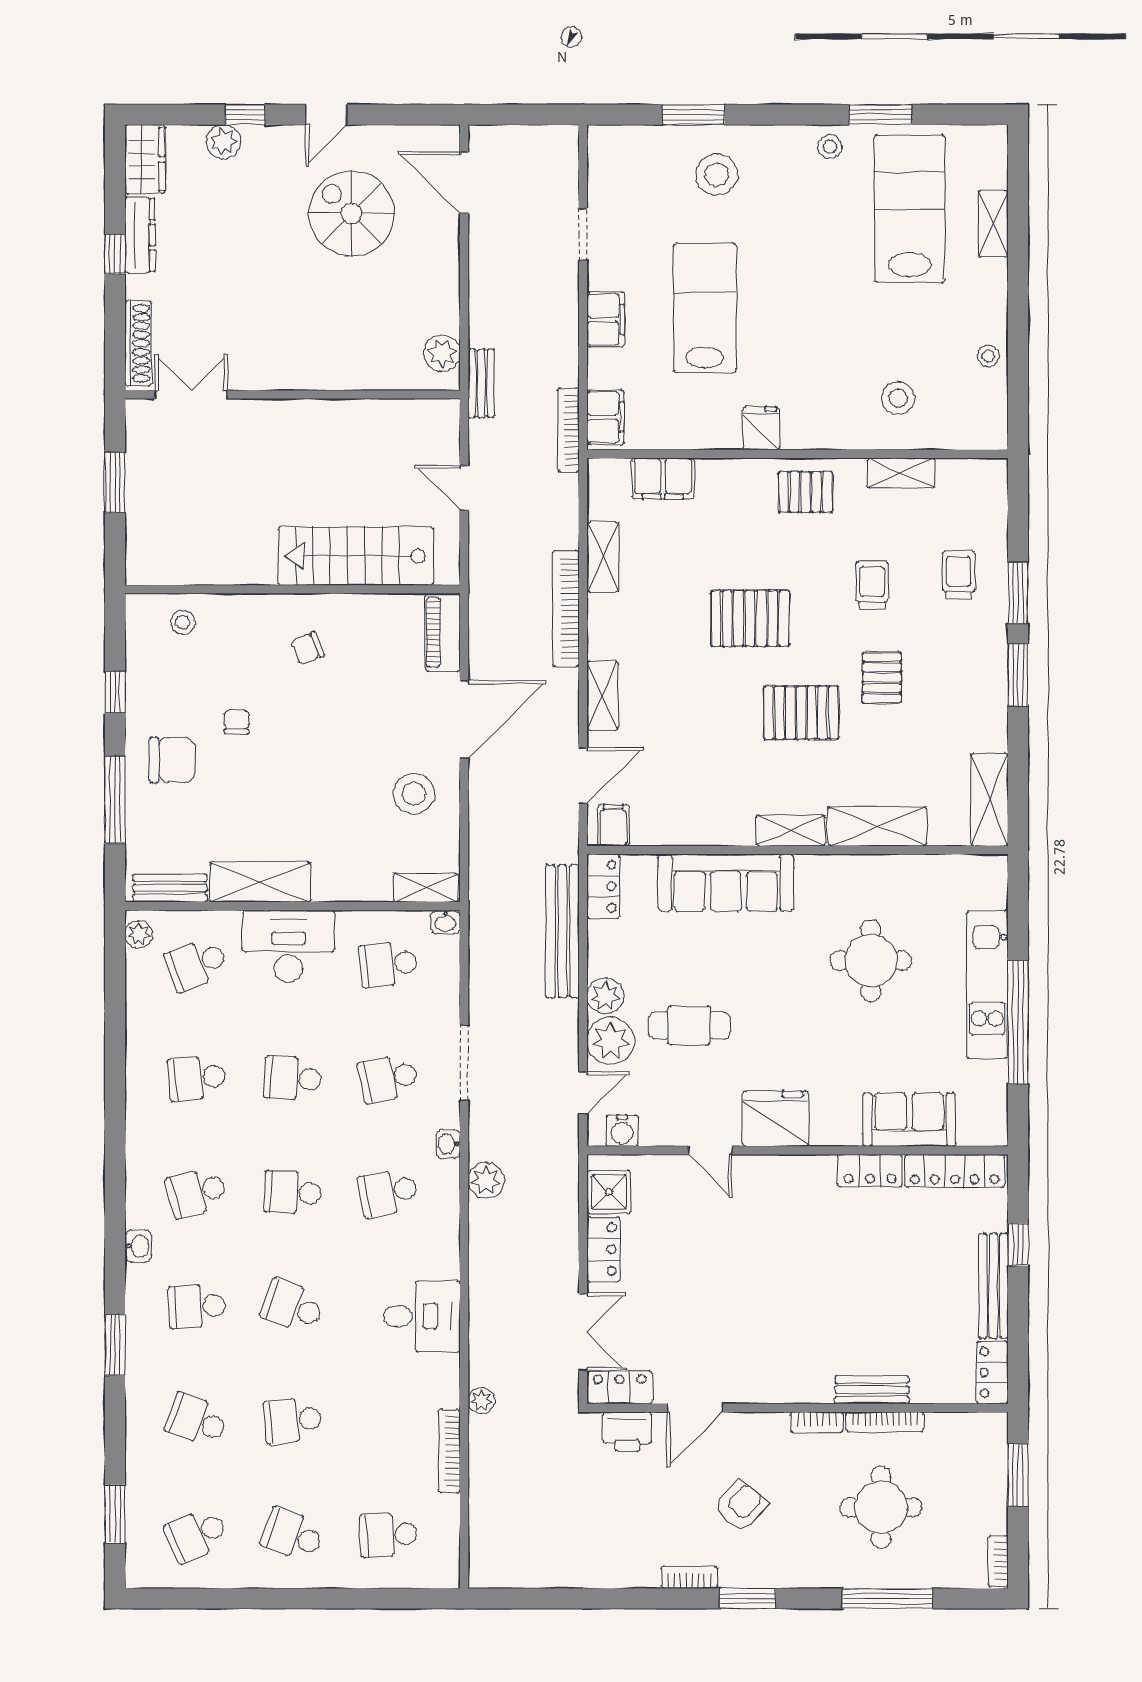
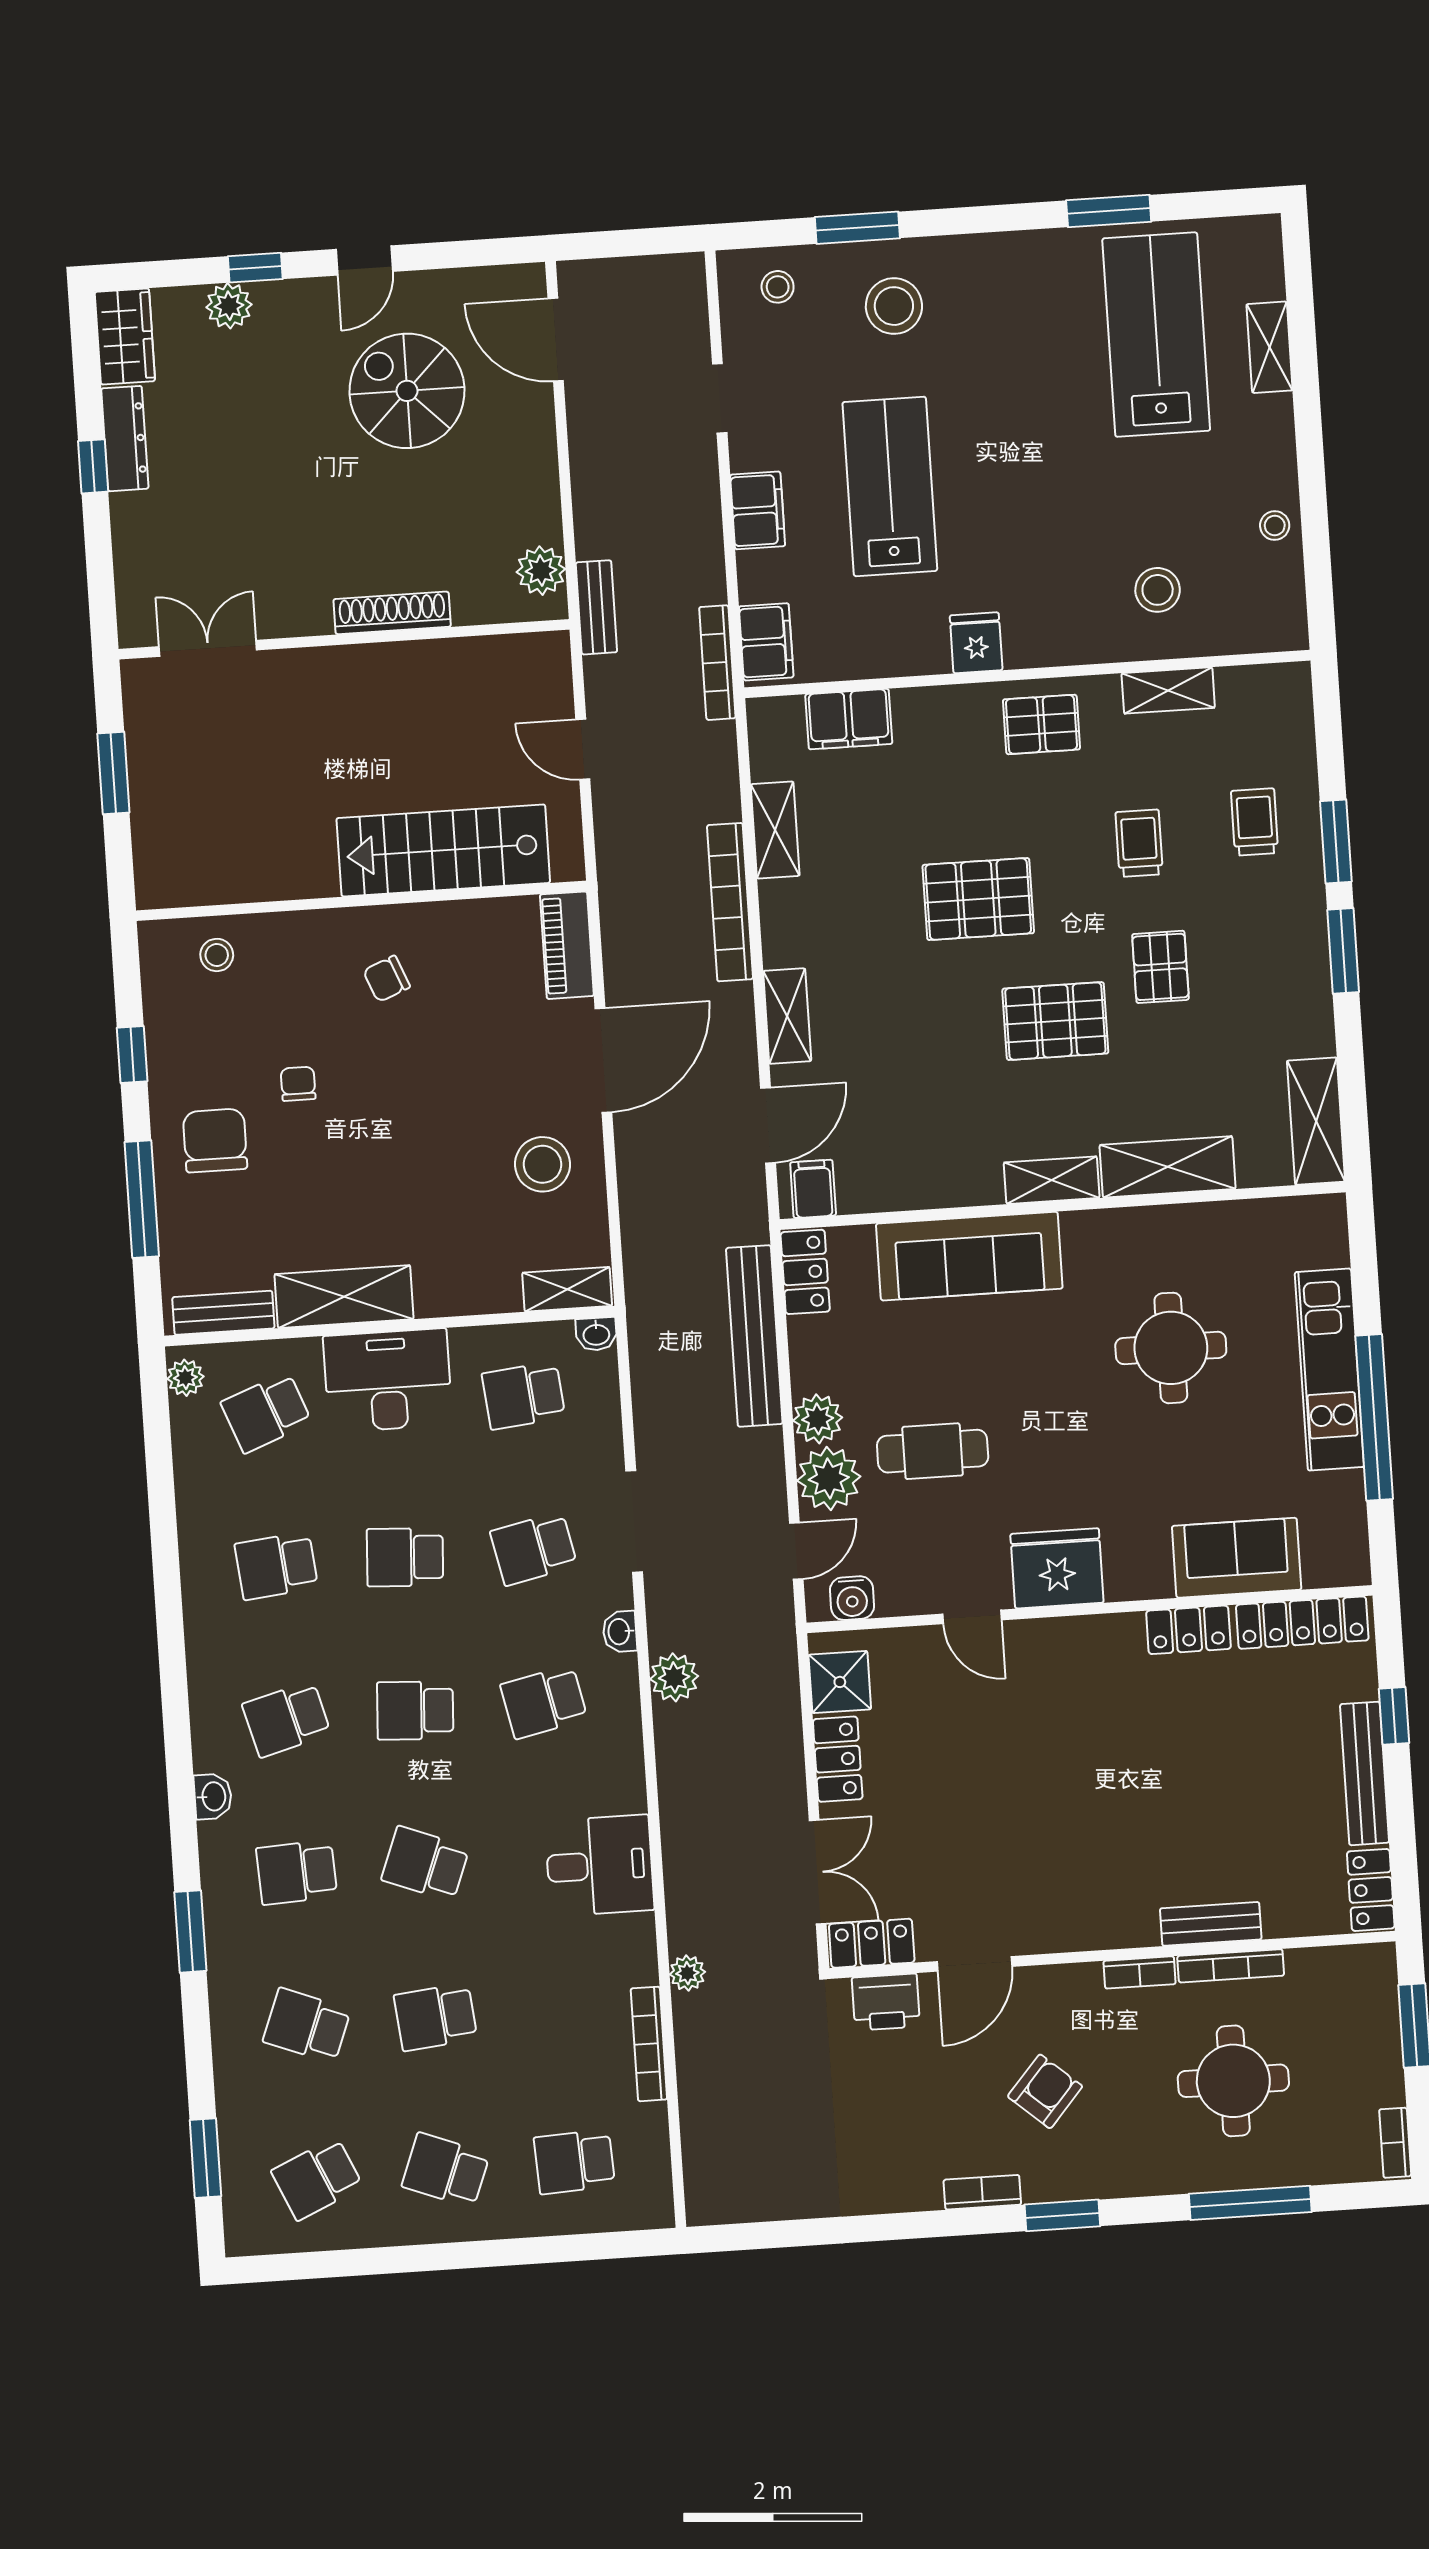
stool: (830, 147) -> (778, 287), moved
shoe rack: (138, 343) -> (392, 613), moved, turned -90
chair: (172, 760) -> (215, 1140), turned -90

